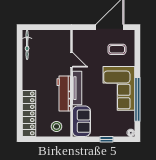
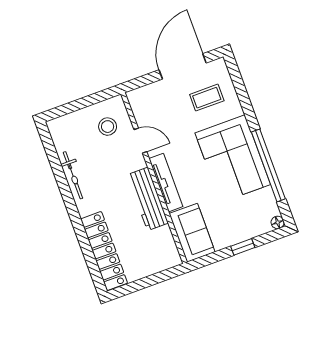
bicycle: (27, 45) -> (73, 175), moved
stool: (57, 126) -> (108, 127), moved

